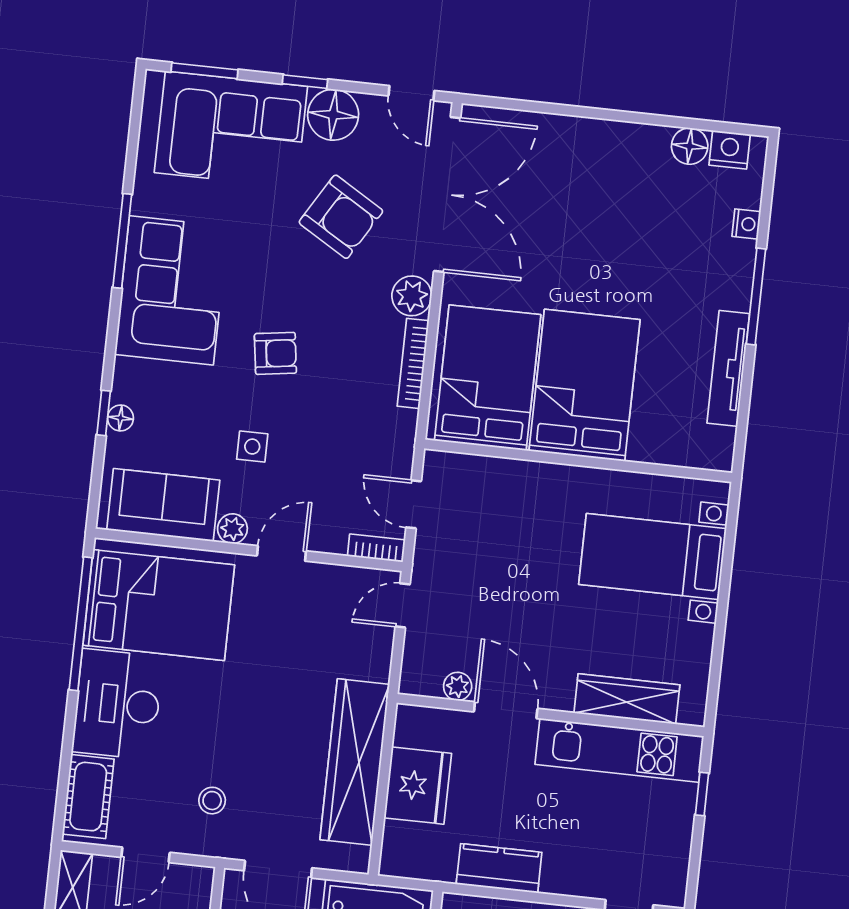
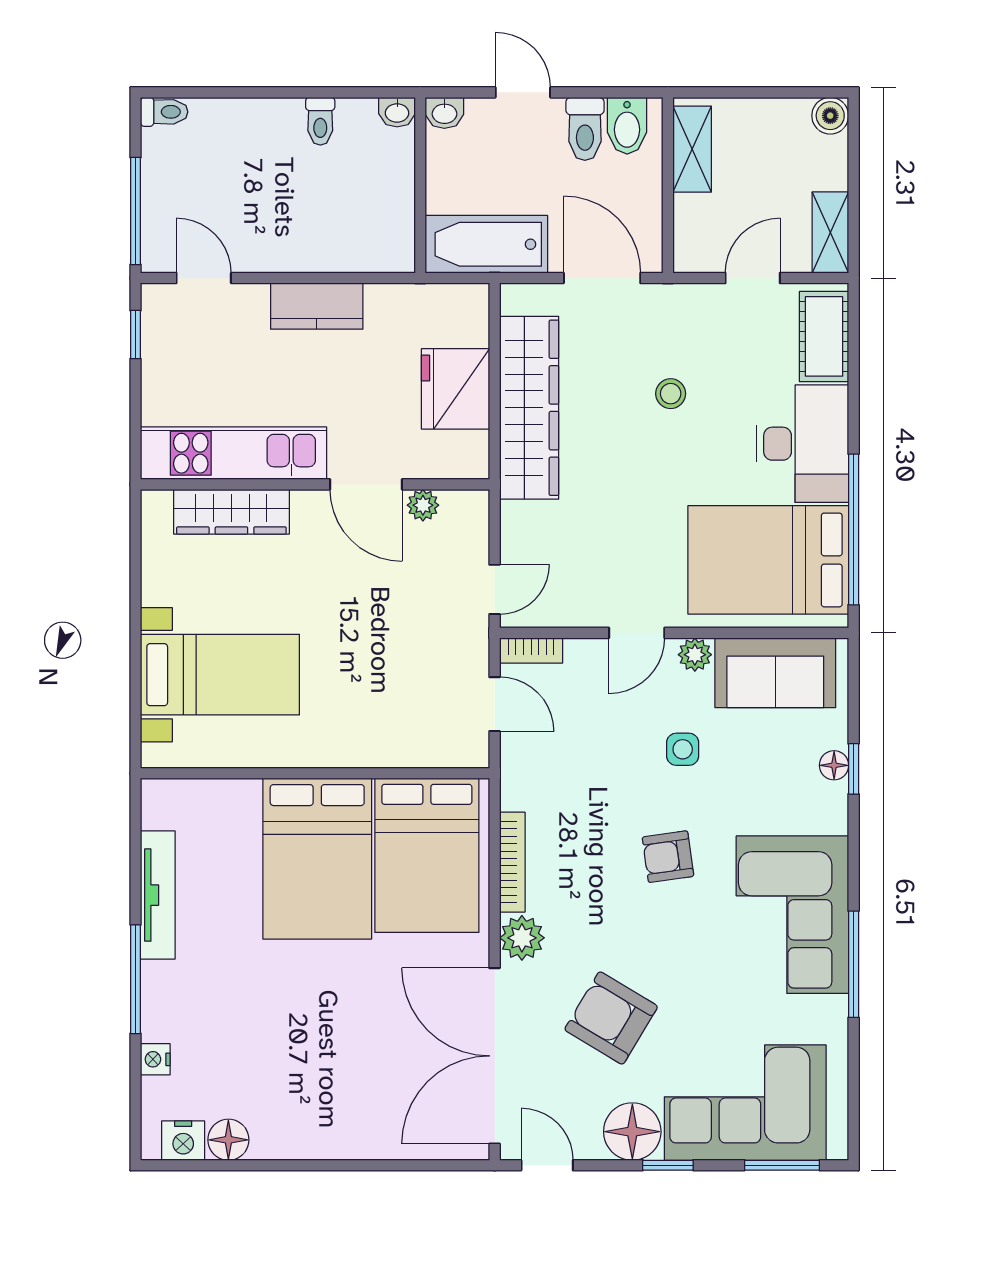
window: (702, 794) -> (136, 335), moved
stool: (212, 801) -> (671, 394), moved
kitchen counter: (499, 868) -> (317, 306), moved

